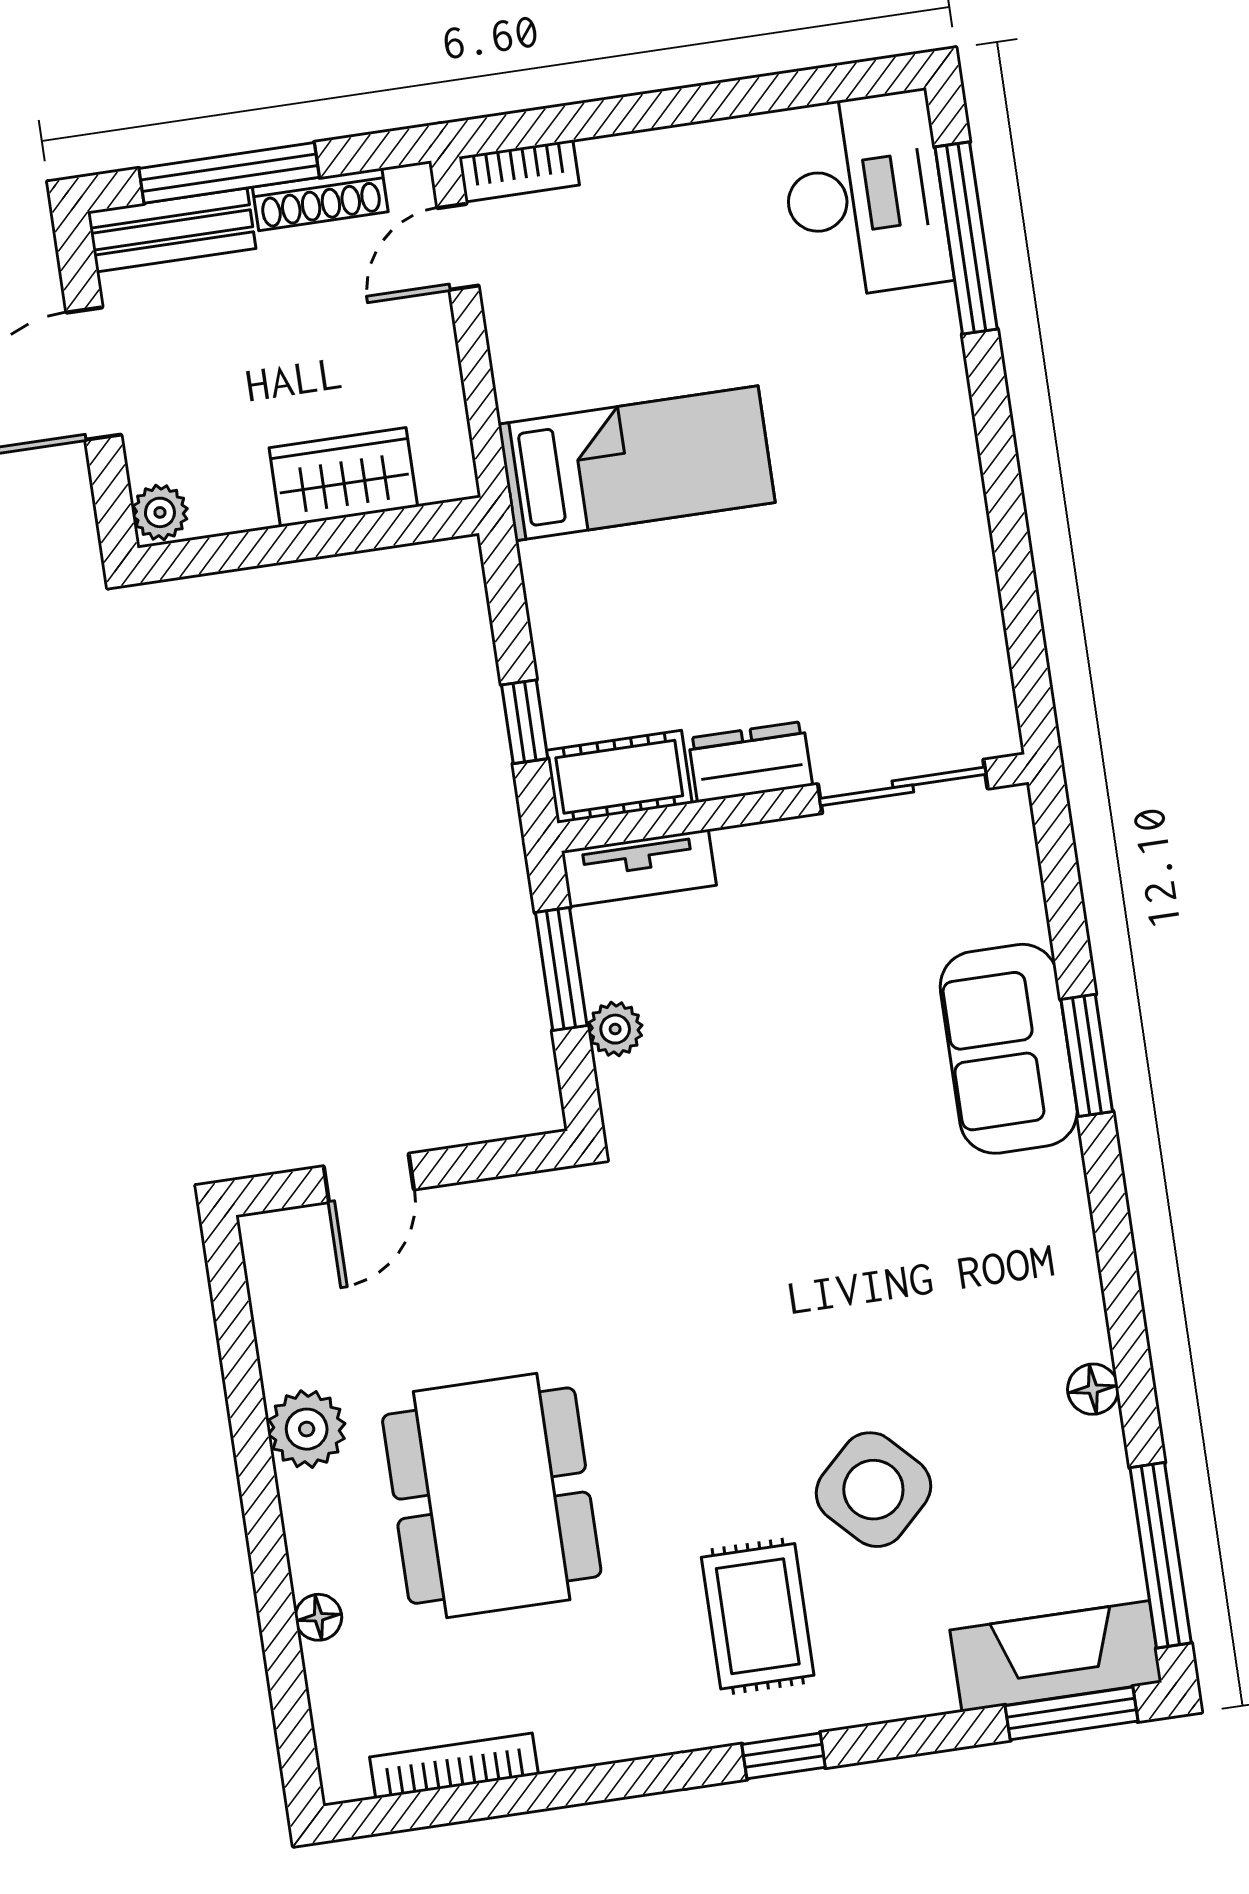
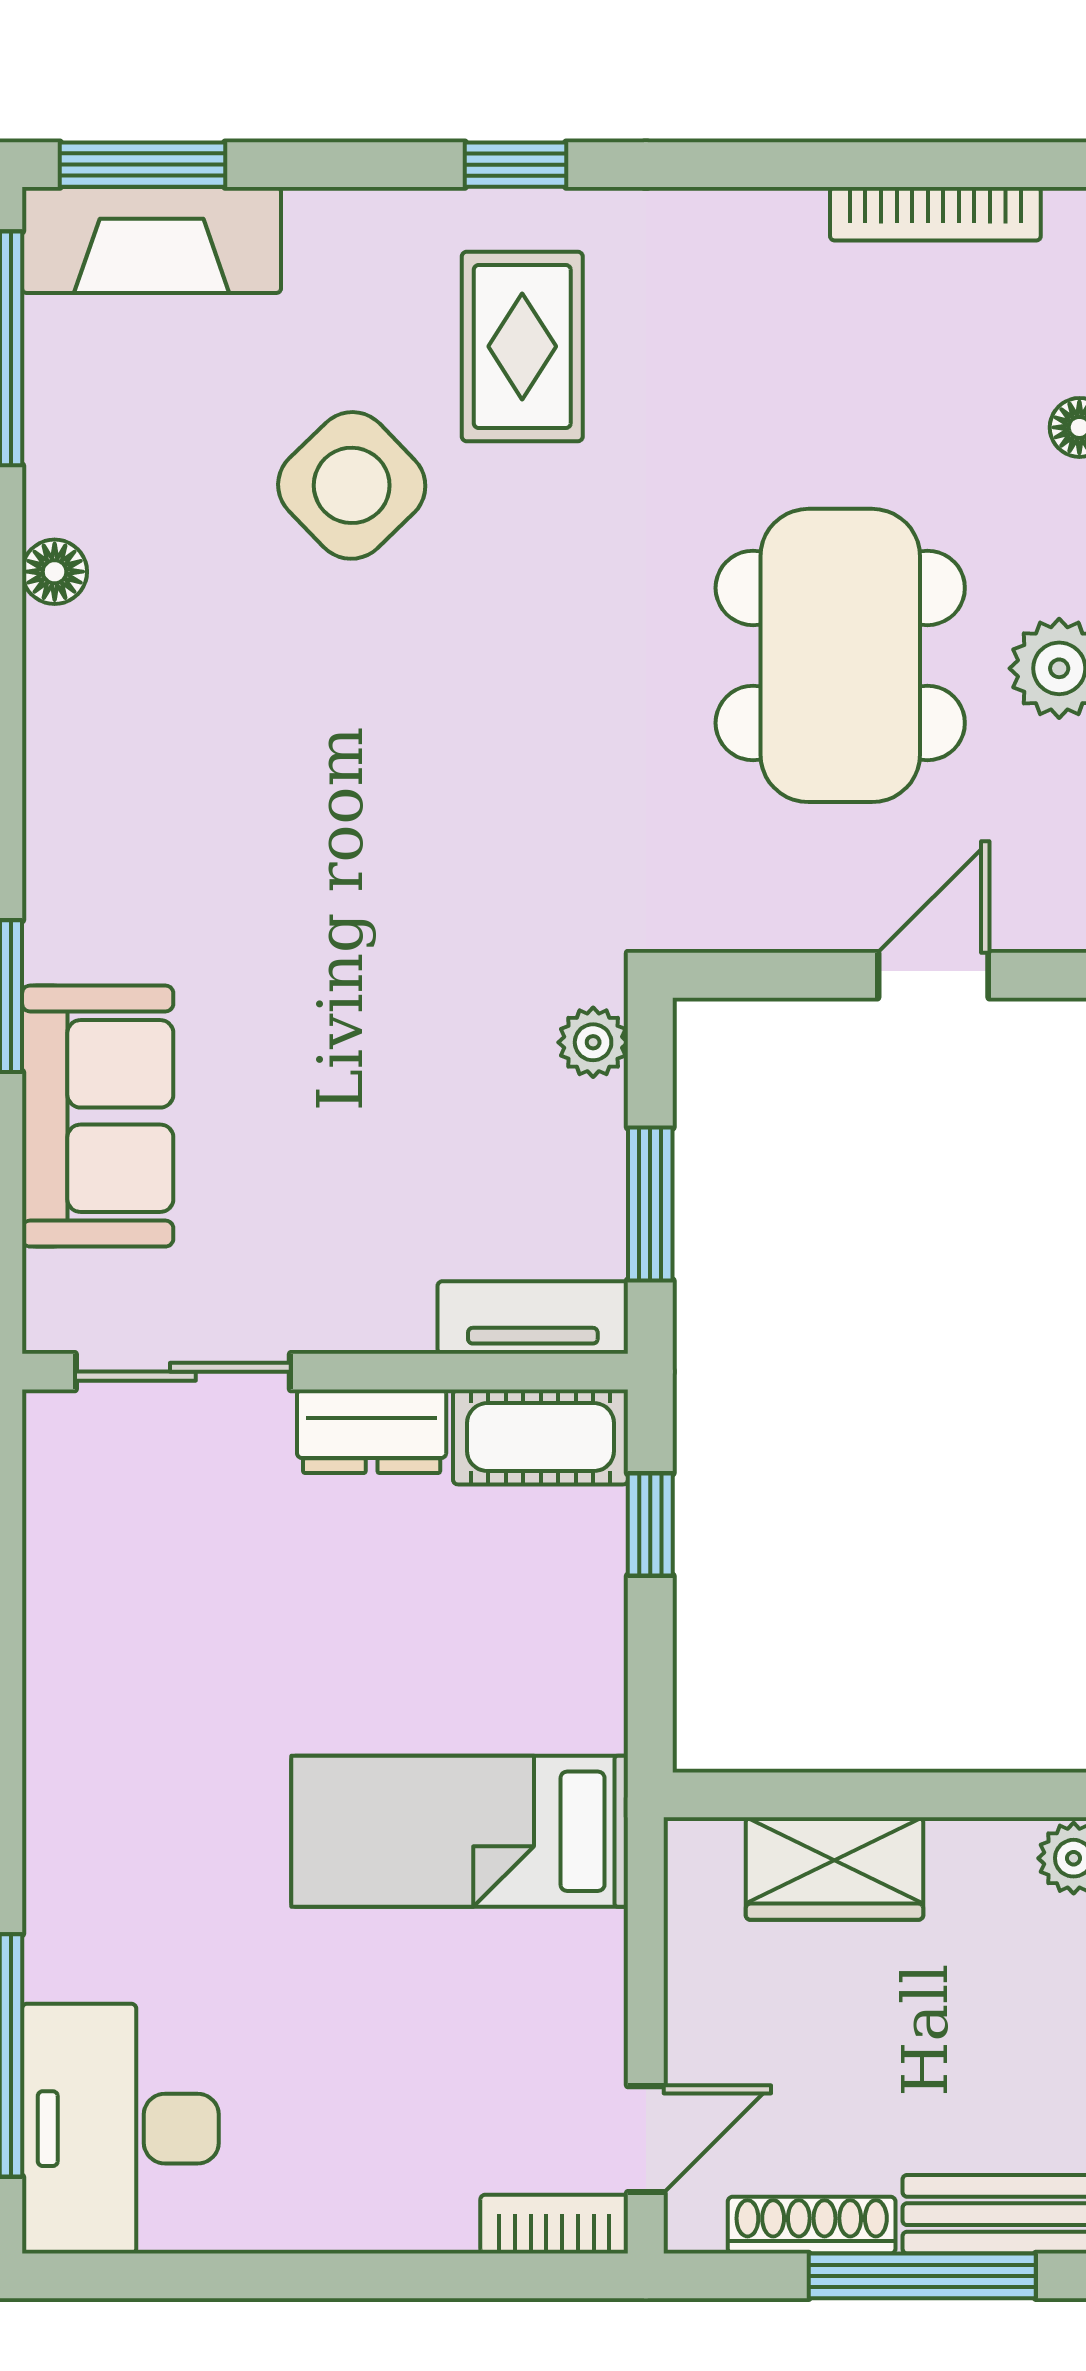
plant: (615, 1029) -> (593, 1042), moved
sofa: (1009, 1049) -> (98, 1116), moved
dining table: (492, 1496) -> (840, 655), moved

